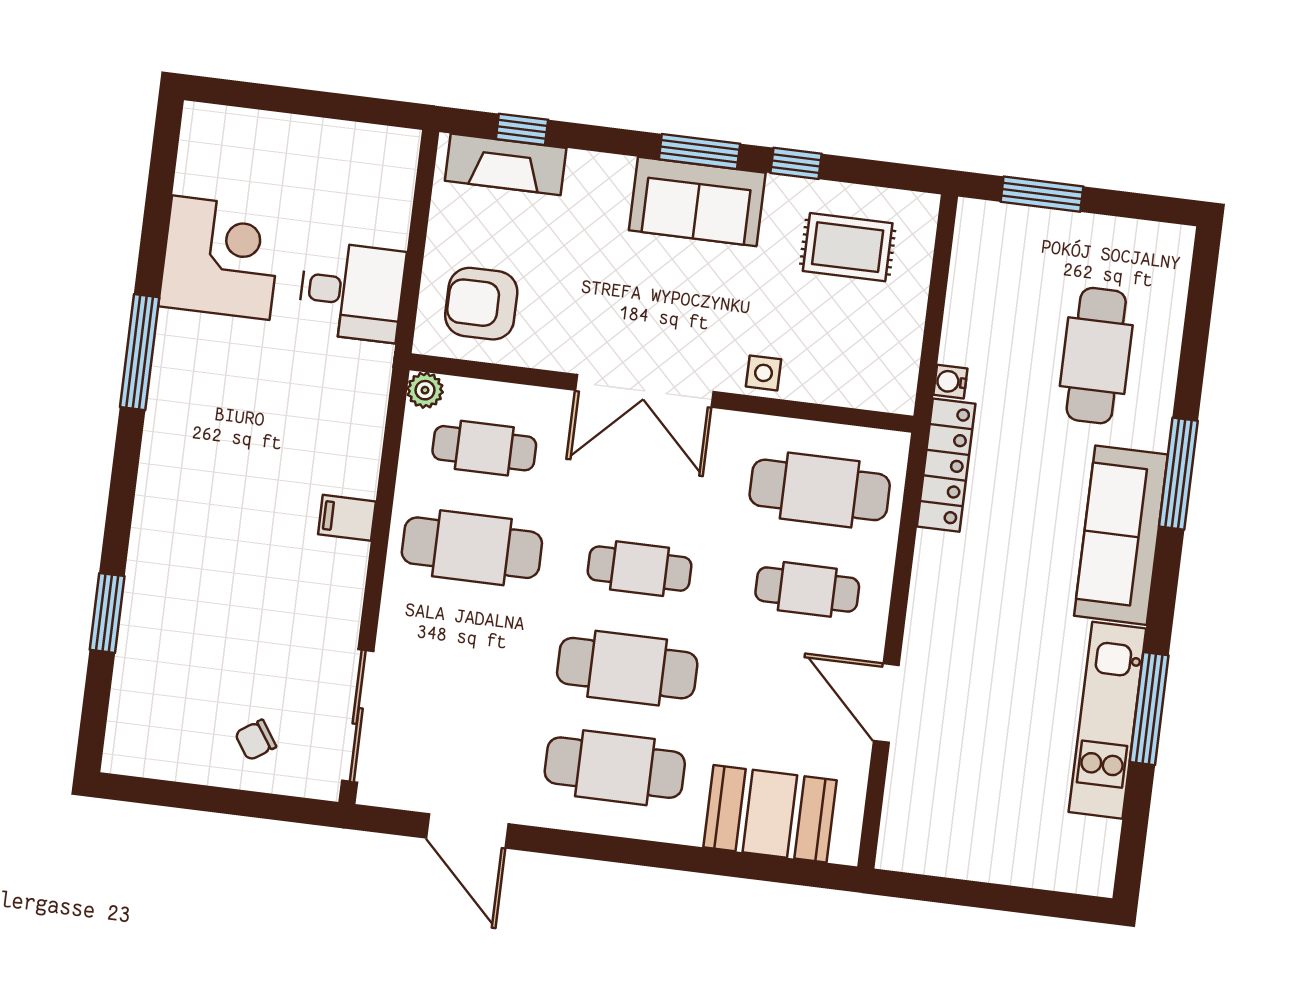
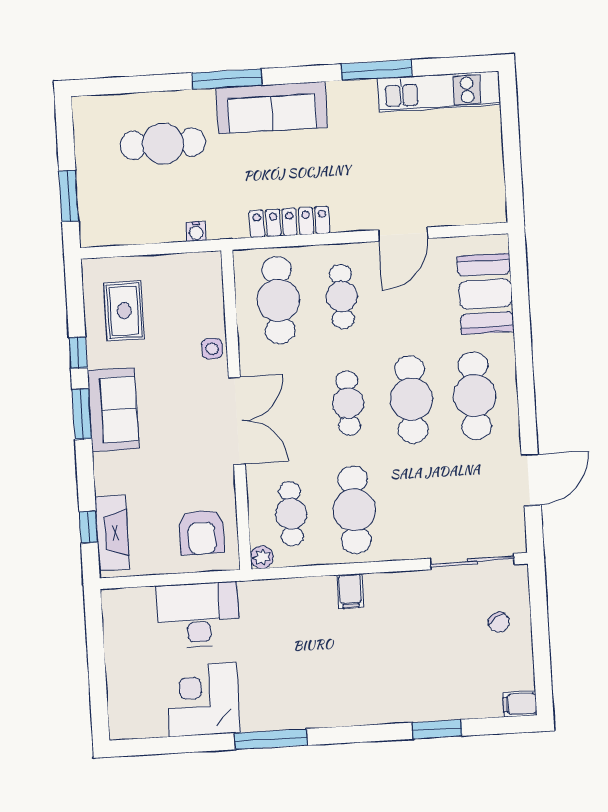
desk: (352, 292) -> (198, 615), width x1.37
locker: (946, 465) -> (290, 222), moved
kitchen unit: (1107, 720) -> (439, 92), moved
filing cabinet: (123, 749) -> (520, 704), added

